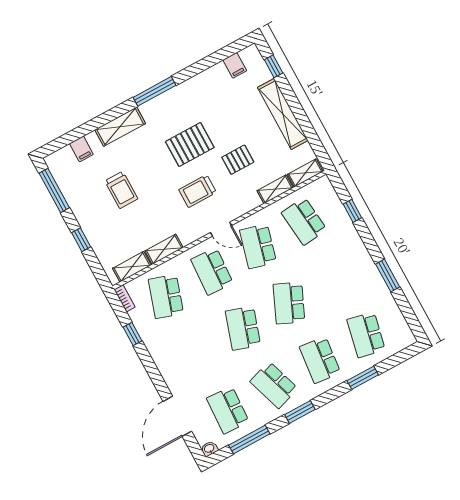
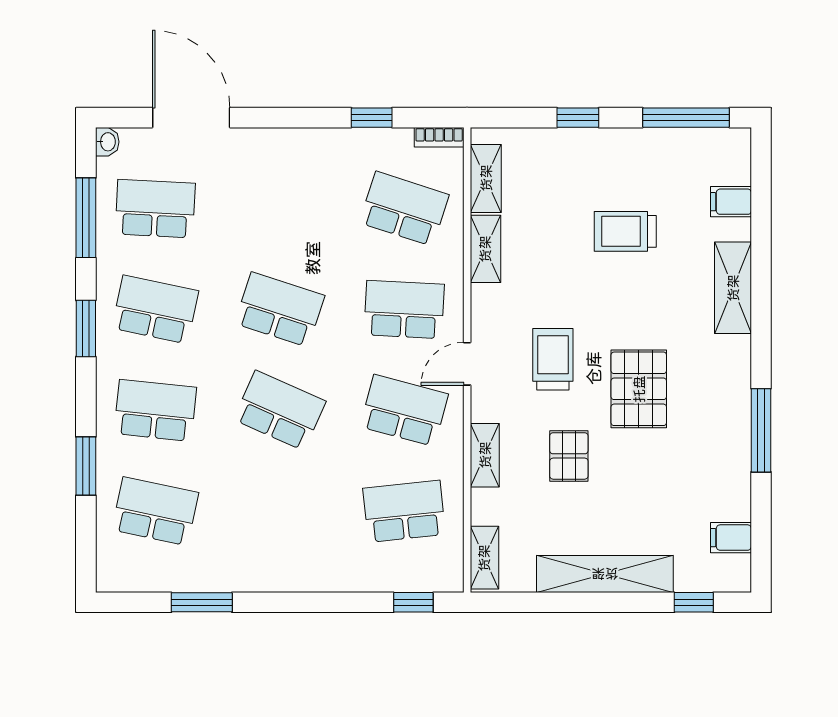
window: (154, 91) -> (761, 430), moved
shelving: (275, 189) -> (485, 455), moved
window: (352, 211) -> (413, 602), moved
window: (388, 276) -> (202, 602), moved
school desk: (274, 385) -> (155, 310), turned 30

